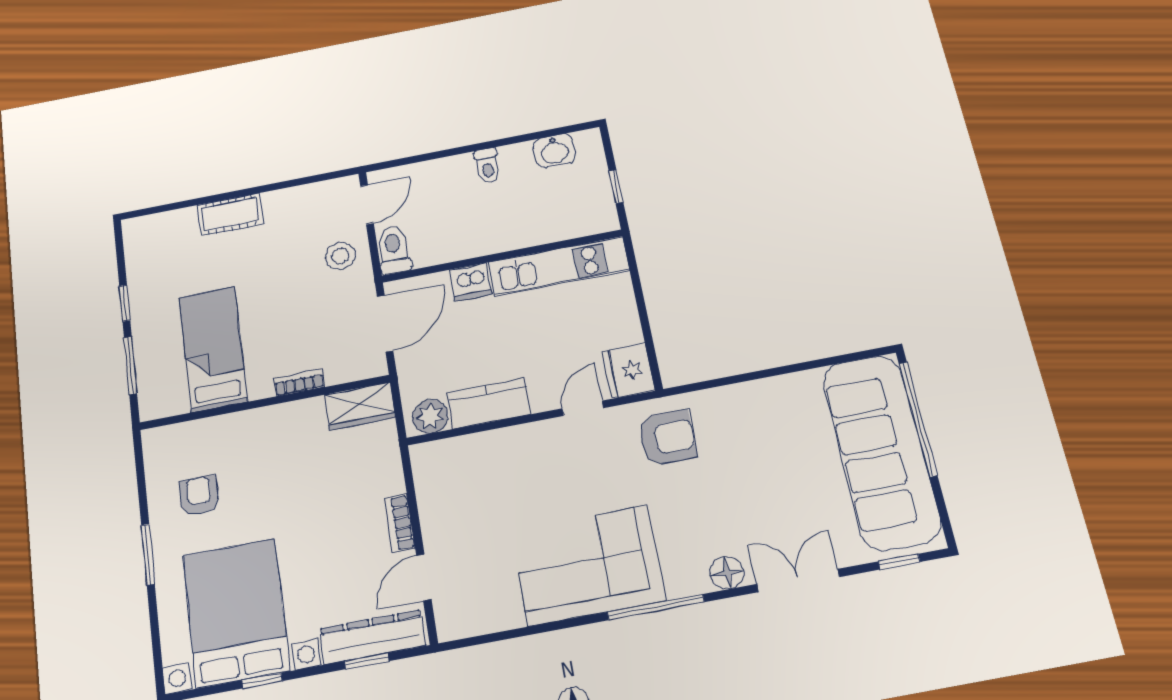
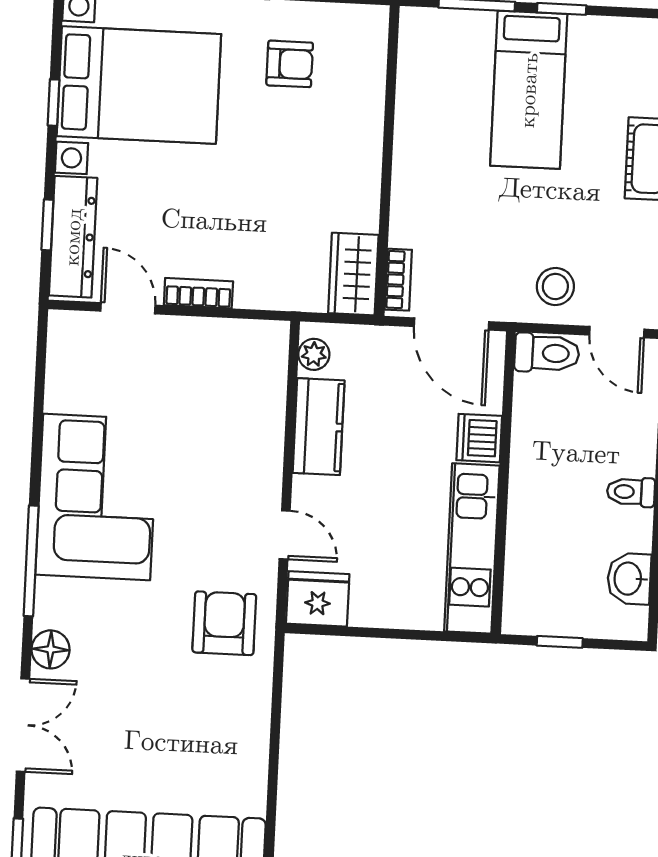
bed: (213, 349) -> (529, 90), moved, turned 90
bookcase: (299, 383) -> (398, 280), moved
plant: (430, 416) -> (314, 354), width x0.73, depth x0.73
armchair: (667, 438) -> (224, 623), turned 180

